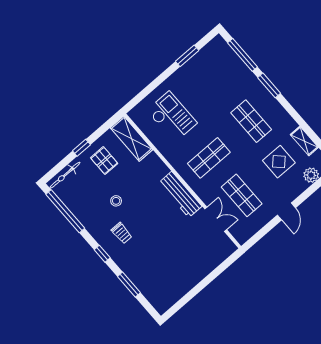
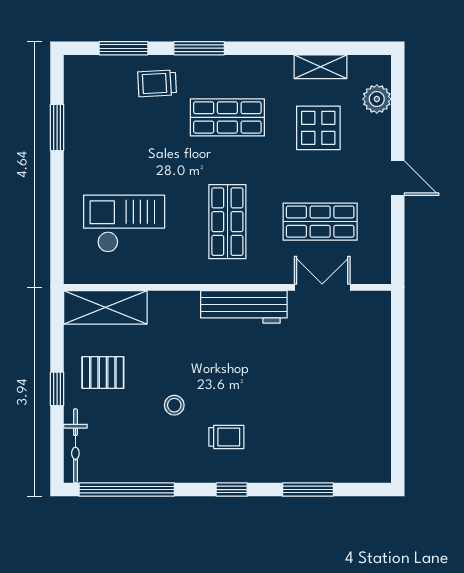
window: (243, 55) -> (123, 48), width x0.69
trolley: (240, 81) -> (157, 83), added

